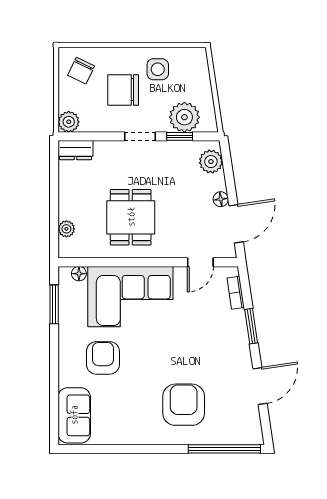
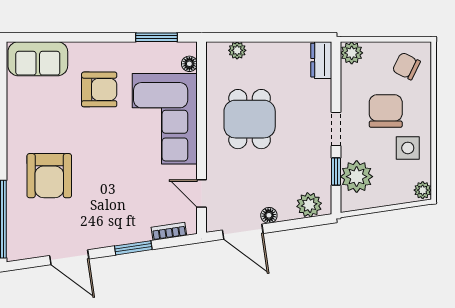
plant: (197, 55) -> (423, 190), added
dining table: (131, 217) -> (250, 119), turned 90
armchair: (184, 405) -> (49, 176), turned 90

